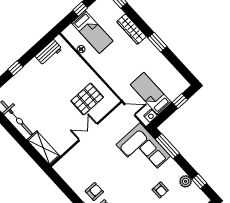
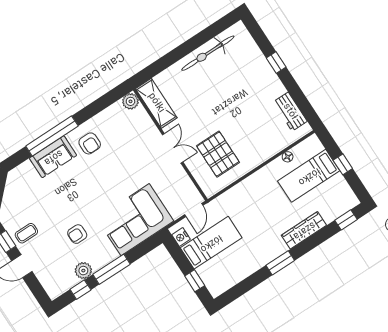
window: (167, 146) -> (112, 269), moved
shelving: (43, 148) -> (156, 103), moved, turned 90
plant: (60, 167) -> (130, 101), added

